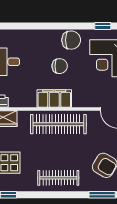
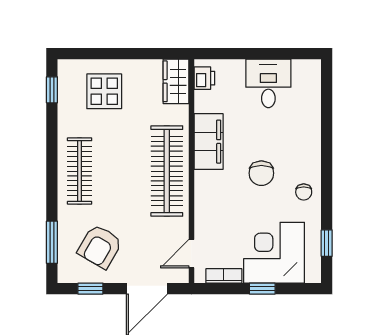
chair: (71, 40) -> (304, 192), width x0.54, depth x0.54
filing cabinet: (54, 99) -> (209, 142), moved

